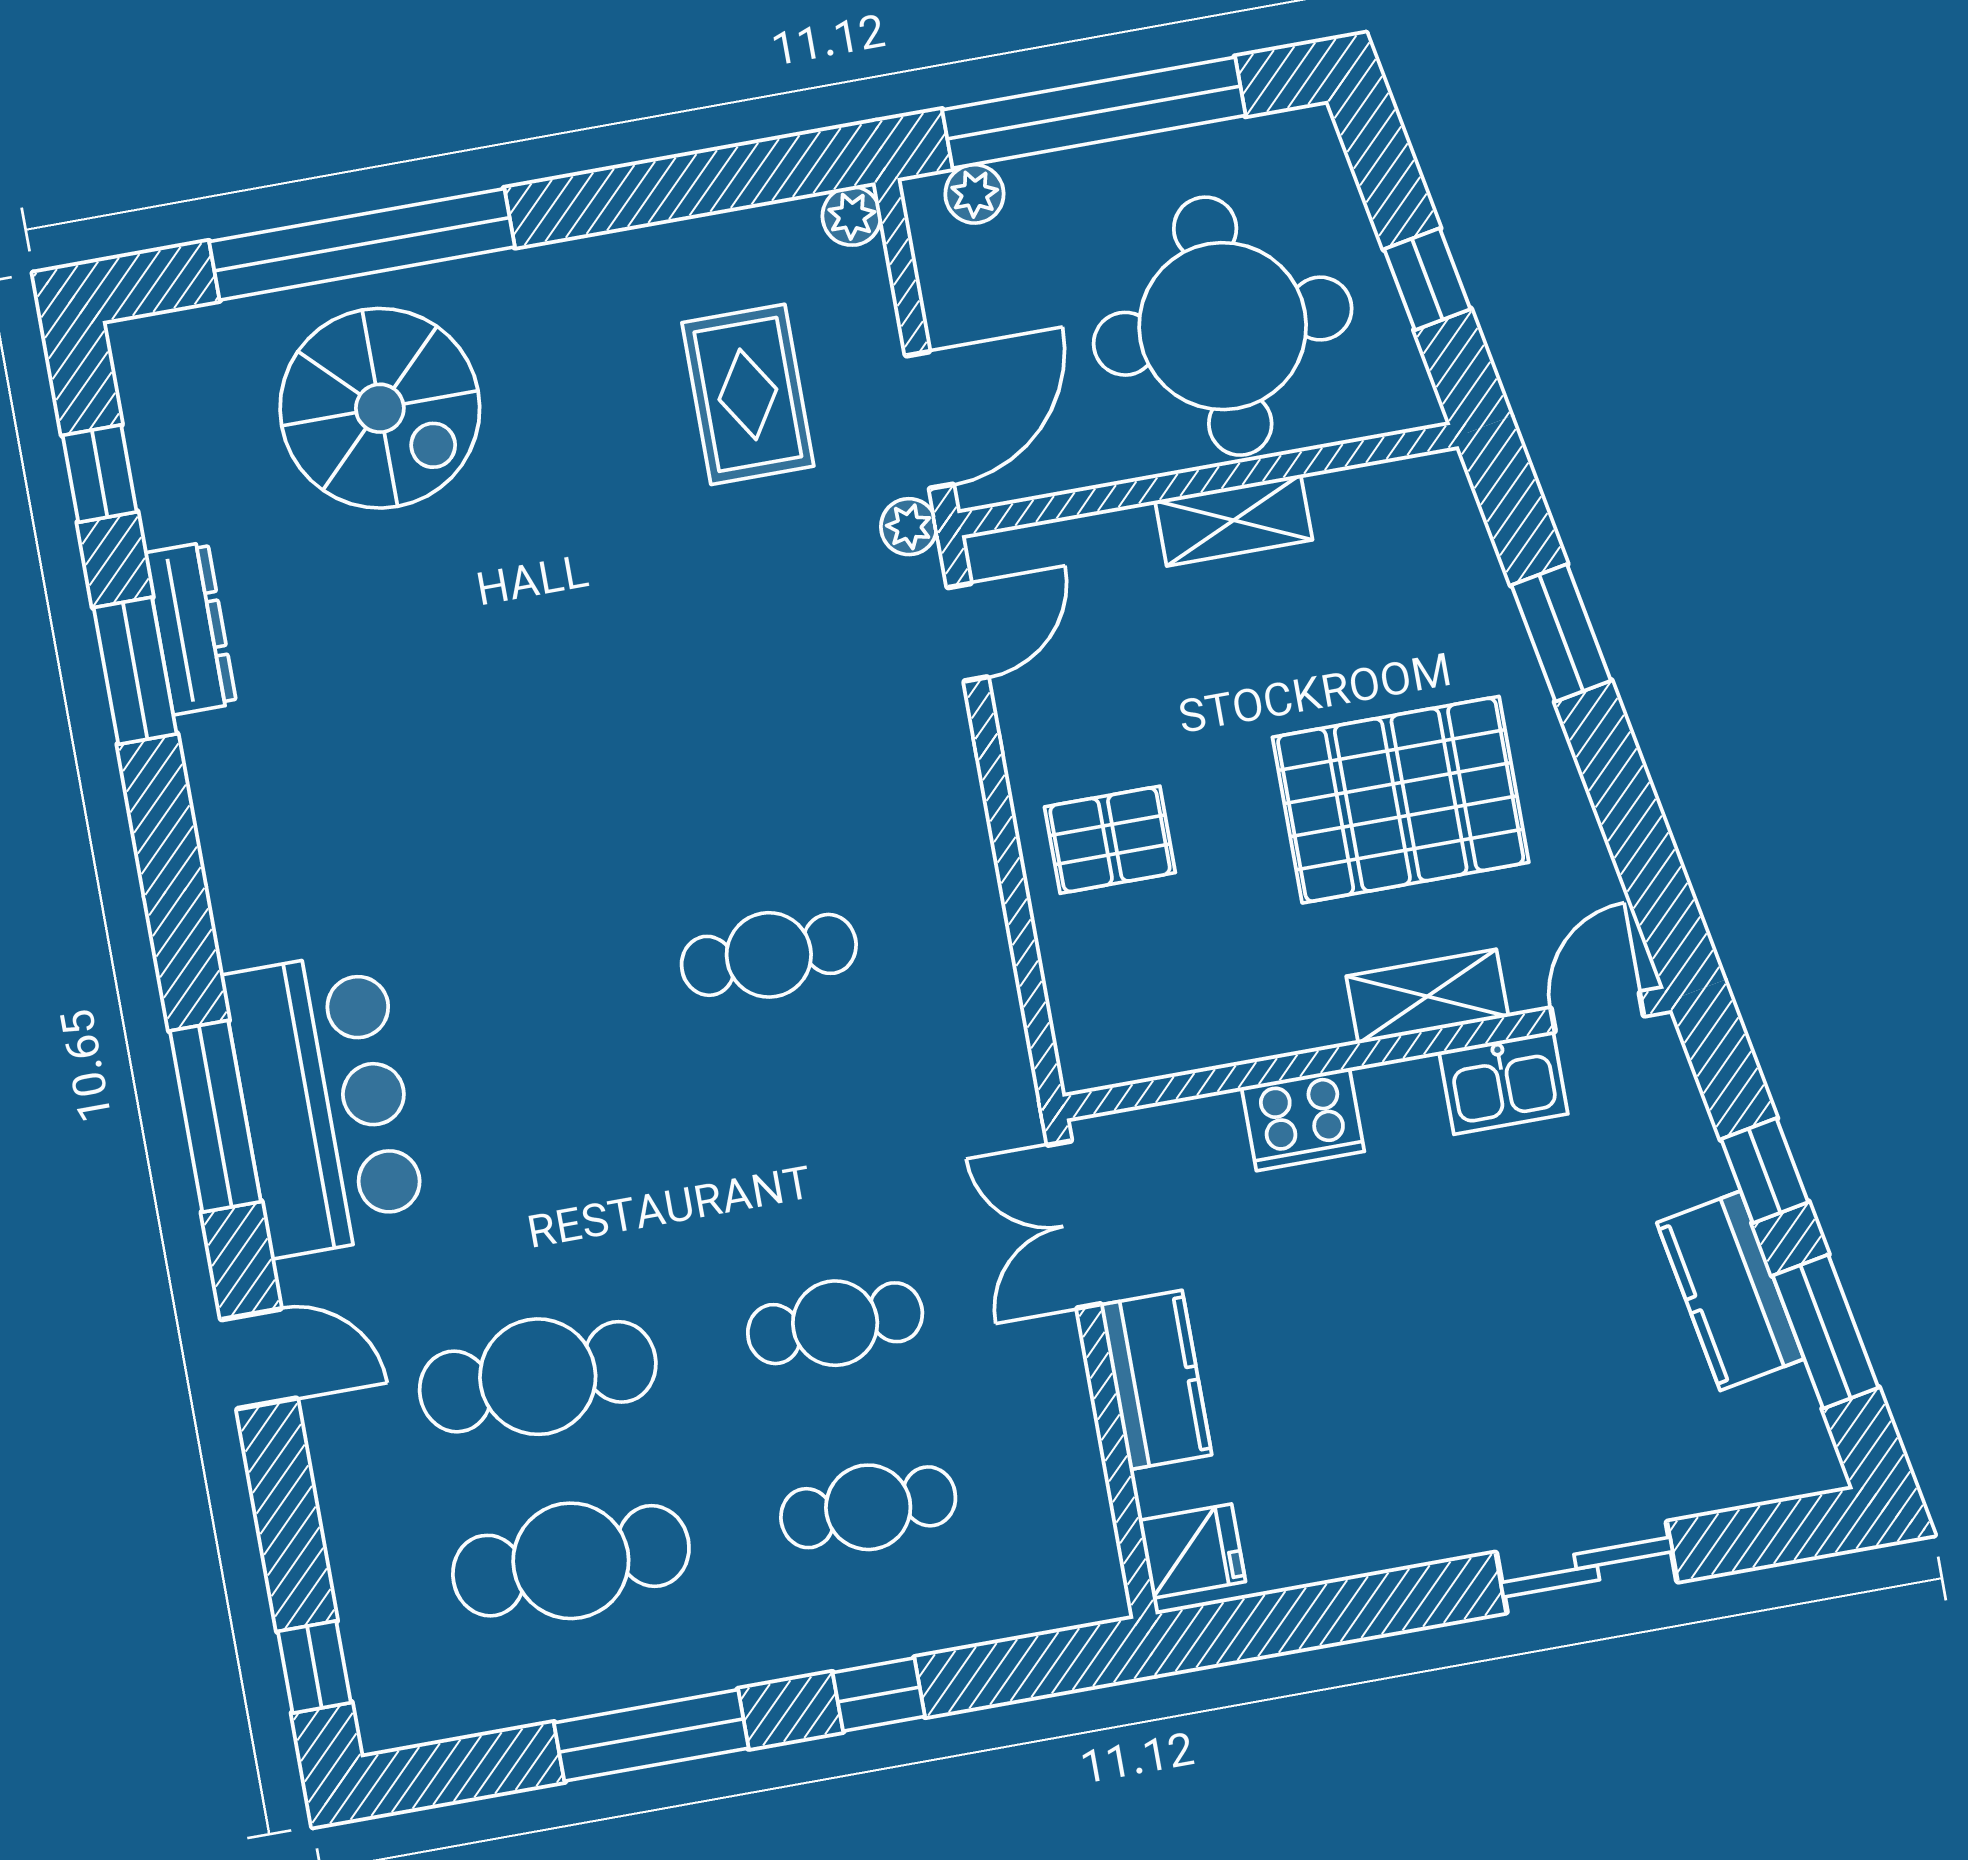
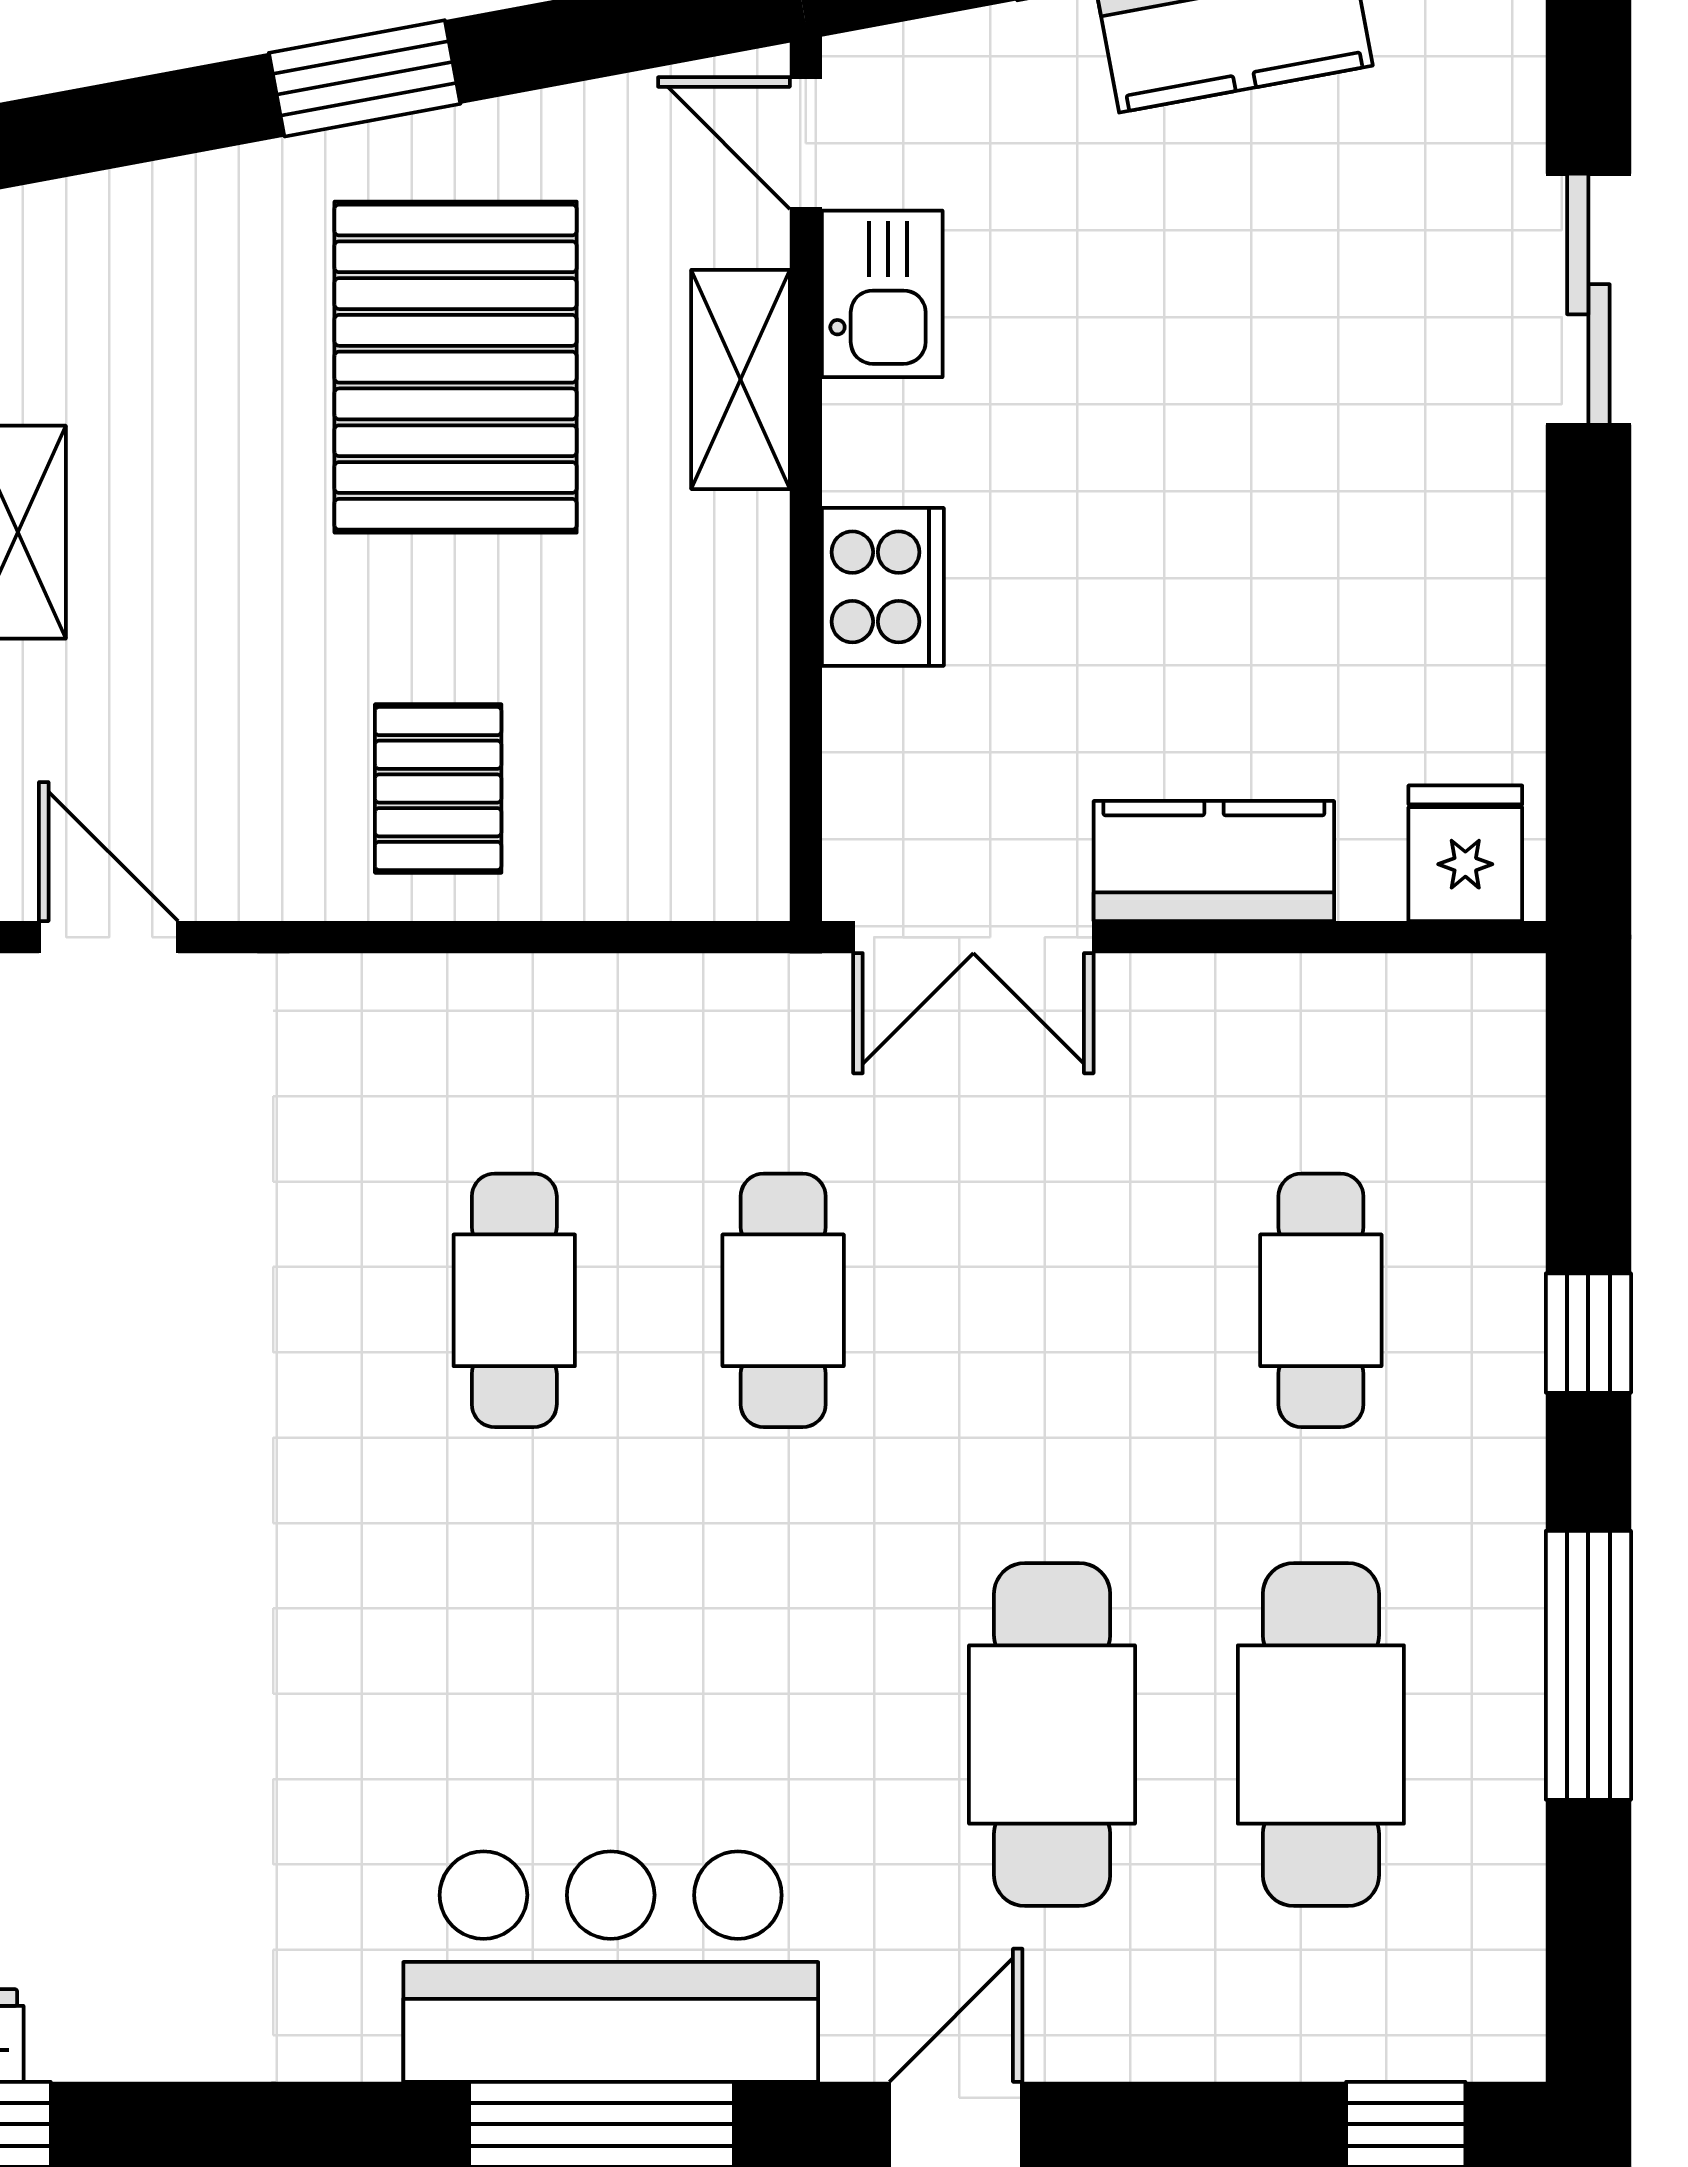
window: (1561, 633) -> (365, 78), moved
cafe table: (835, 1323) -> (783, 1300), moved

